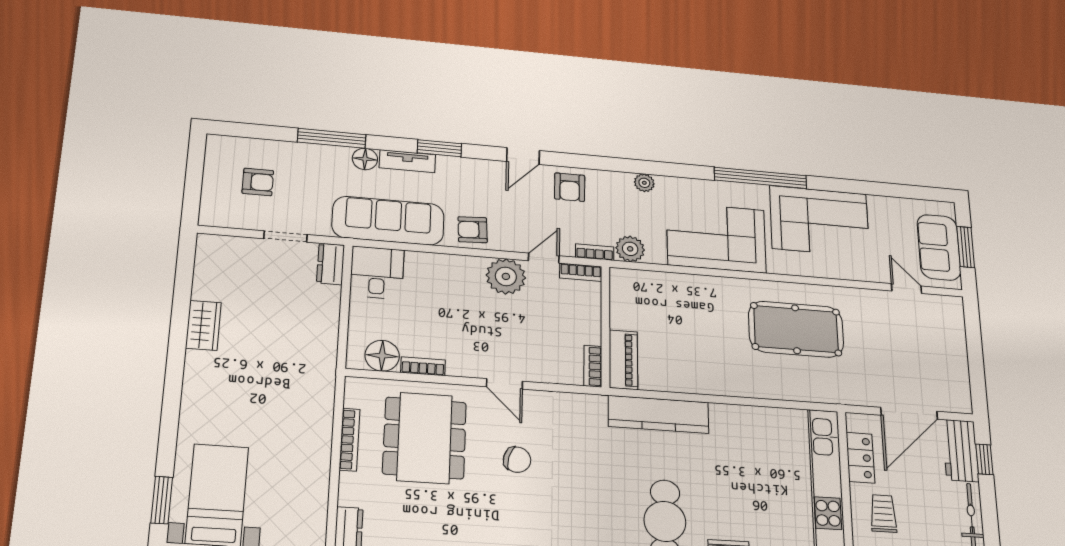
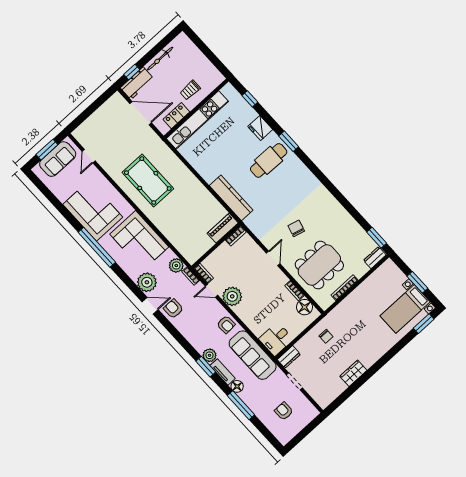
door: (523, 156) -> (150, 306), moved
plant: (451, 168) -> (209, 355), added
plant: (644, 183) -> (147, 282), width x1.88, depth x1.88
armchair: (570, 187) -> (173, 309), turned -90
chair: (304, 342) -> (326, 336), added

